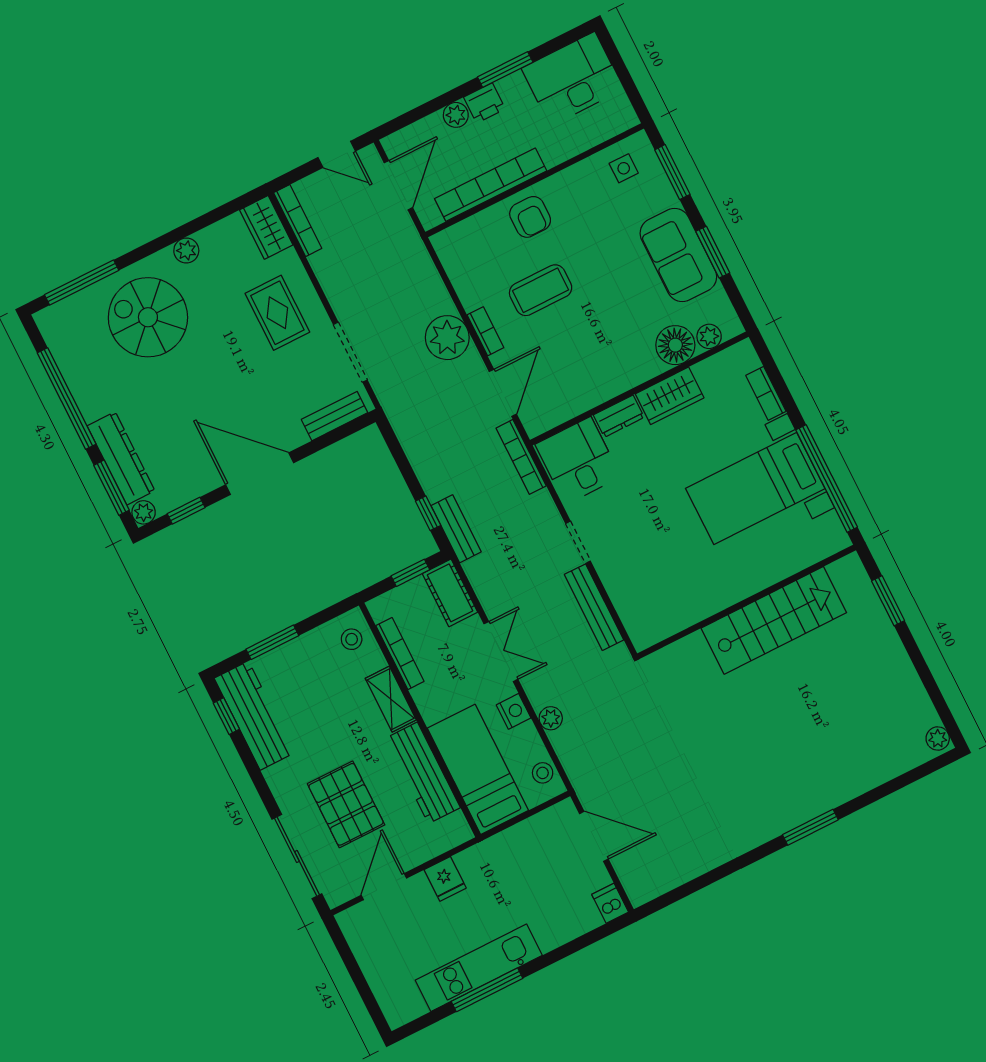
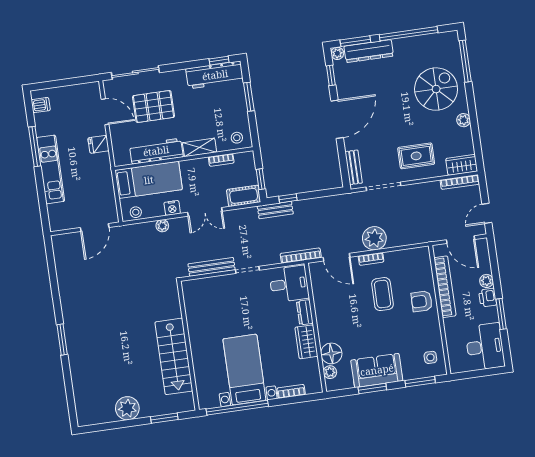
bookcase: (400, 654) -> (221, 160), width x0.64
plant: (938, 739) -> (127, 408), moved, width x1.87, depth x1.87
dishwasher: (610, 903) -> (41, 105), moved
kitchen unit: (479, 968) -> (51, 169), moved

